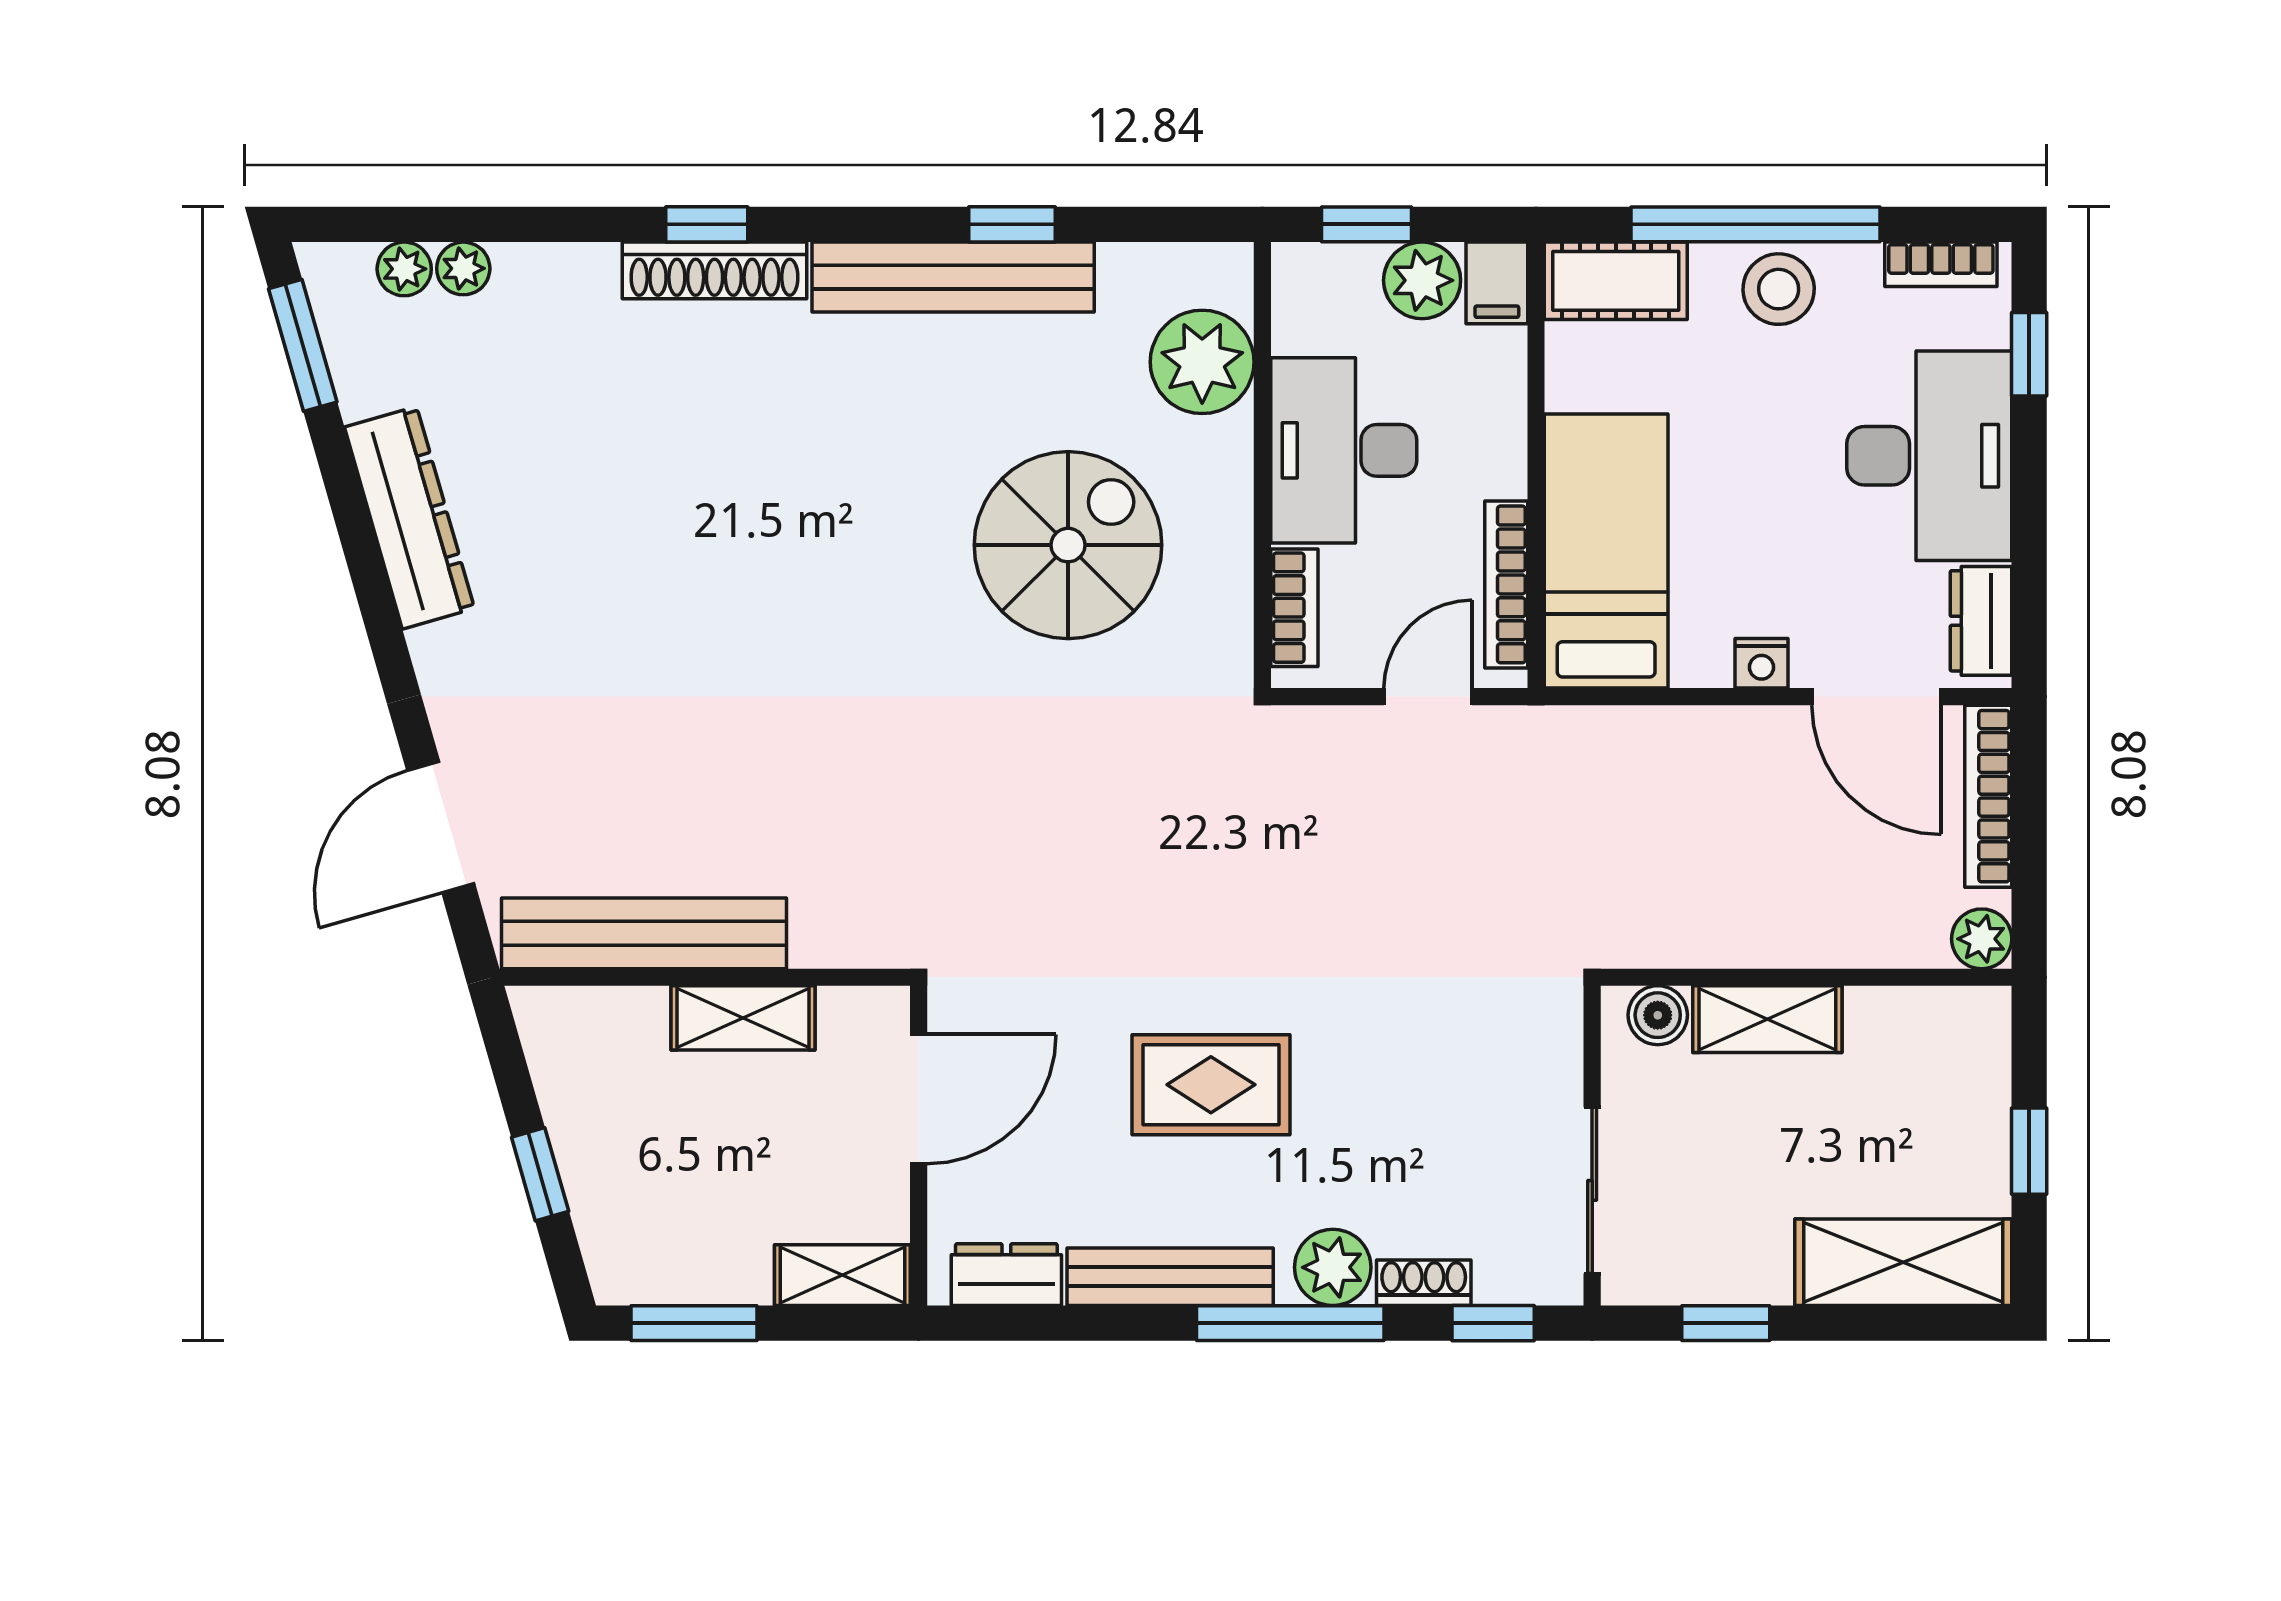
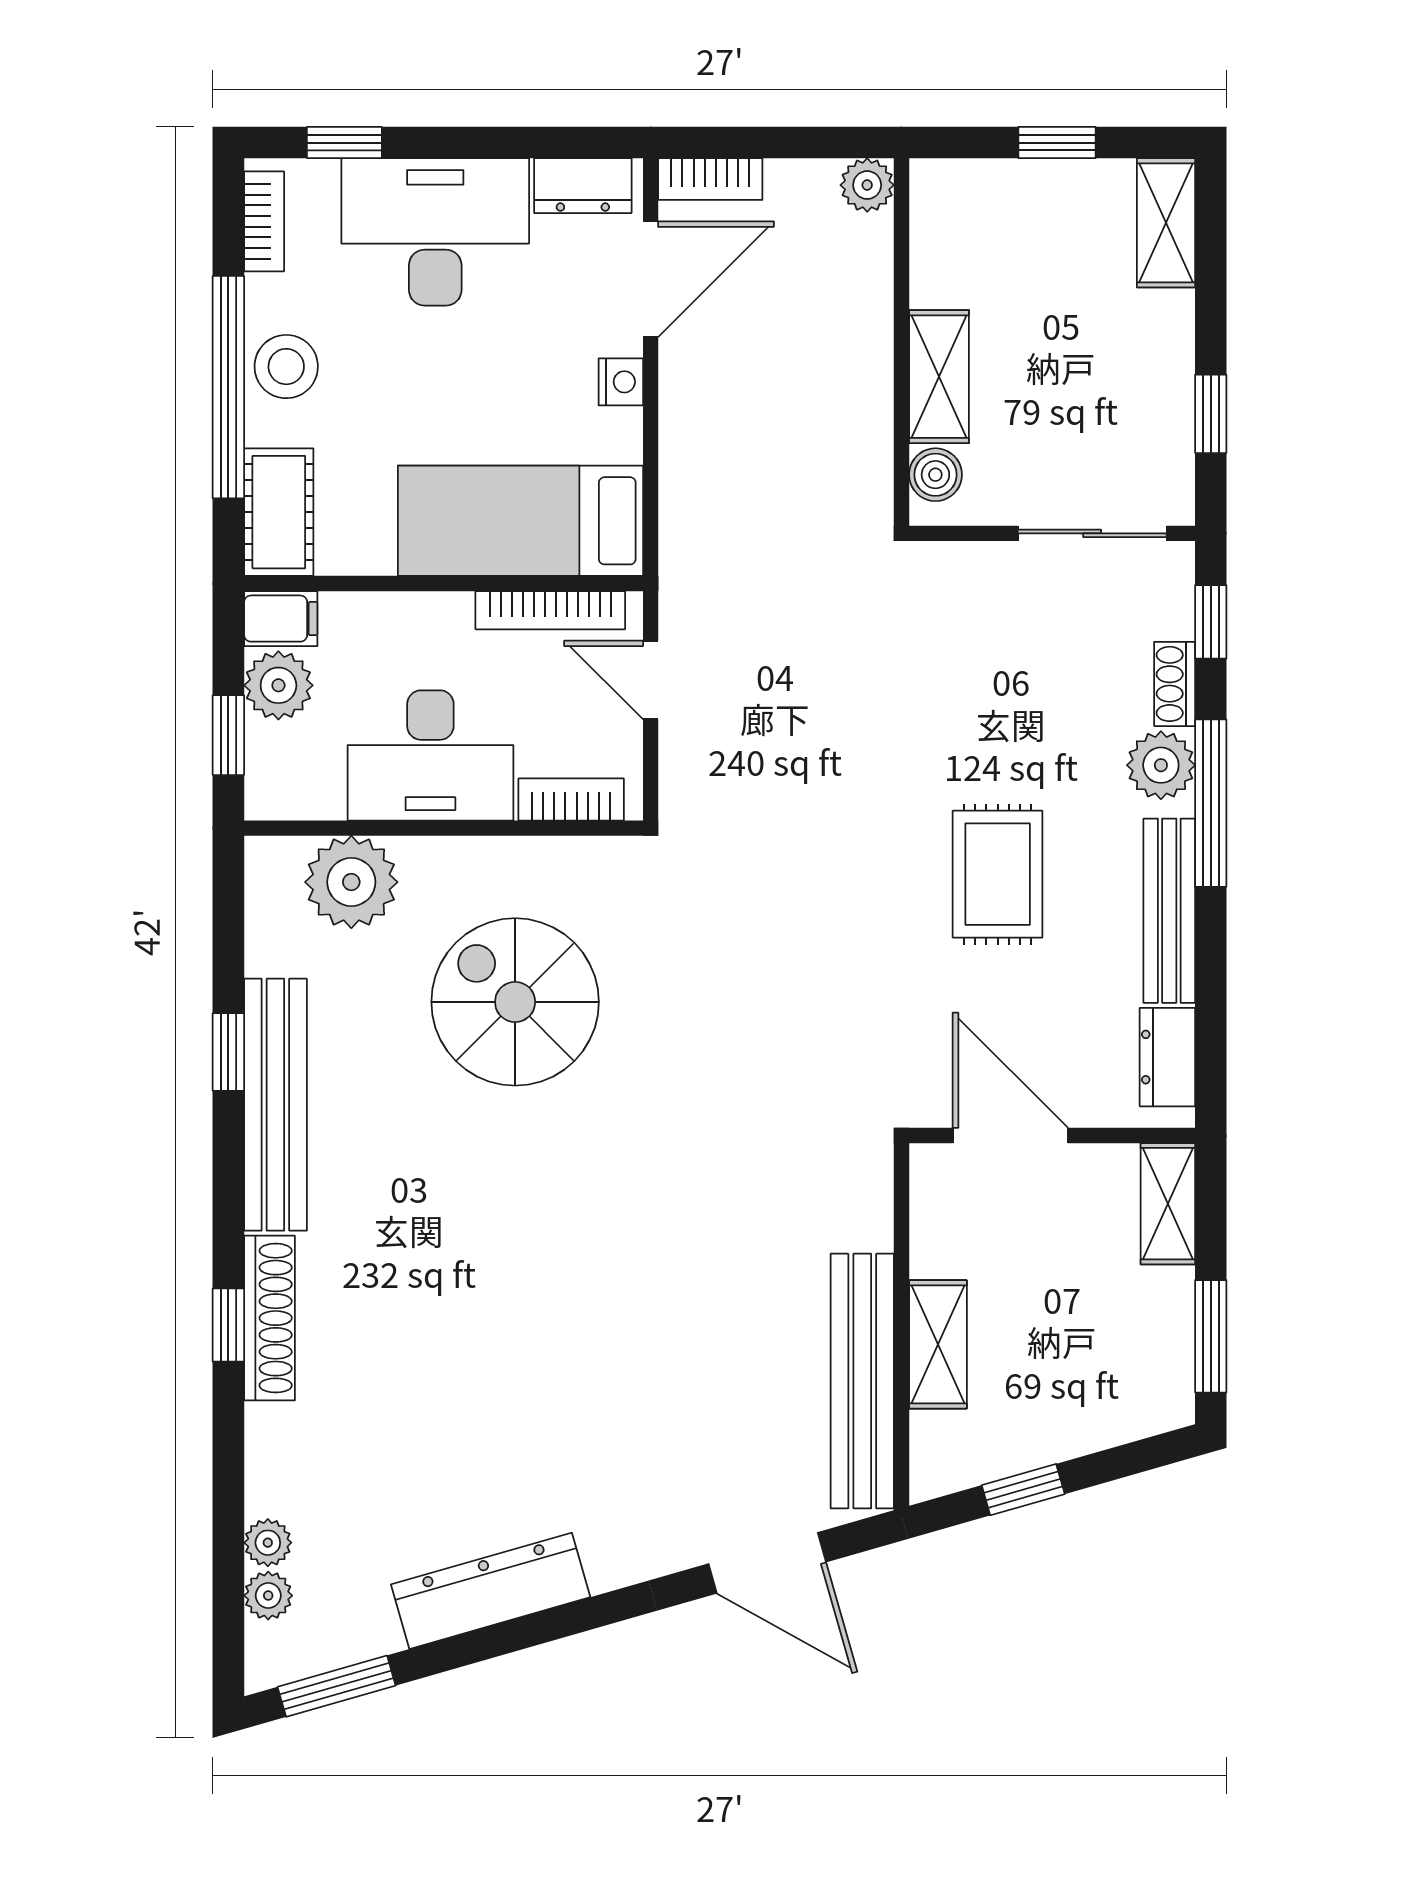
bookcase: (1988, 796) -> (710, 179), width x0.64
shelving: (743, 1018) -> (938, 1344), moved
window: (540, 1174) -> (1023, 1490), moved
shelving: (1903, 1262) -> (1166, 223), width x0.67, depth x0.75

